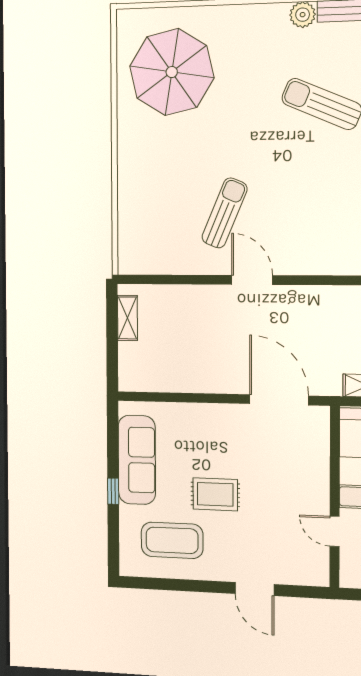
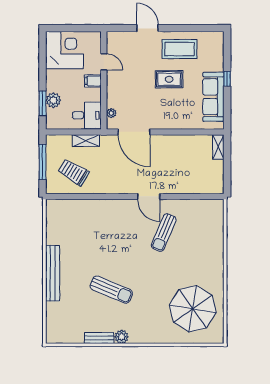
shelving: (127, 318) -> (218, 147), moved
plant: (321, 436) -> (111, 113), added
coffee table: (172, 540) -> (180, 49), moved

